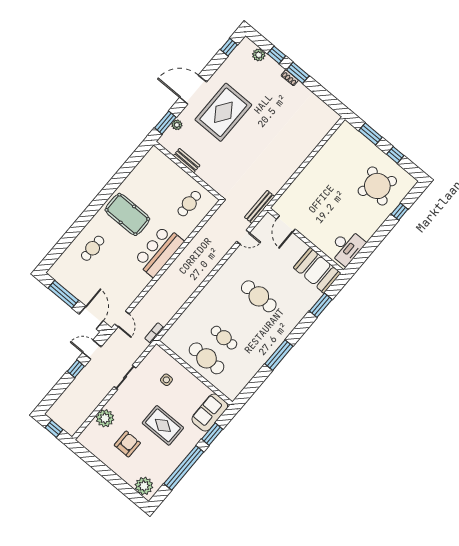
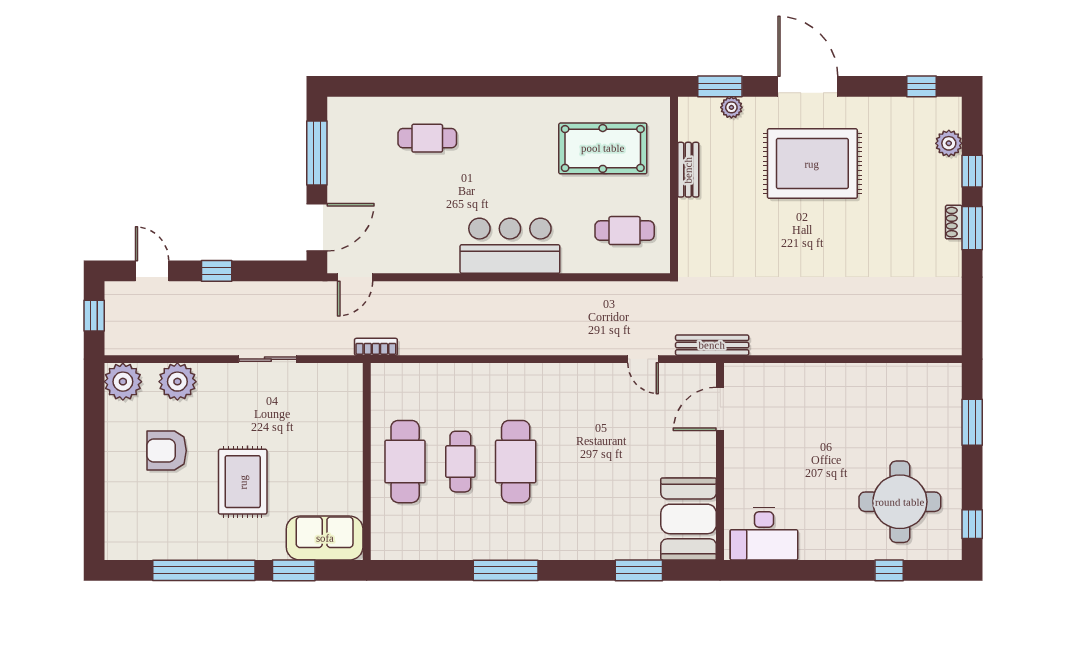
window: (395, 155) -> (972, 524), moved
round table: (377, 186) -> (900, 502), turned -31
pool table: (127, 214) -> (603, 148), moved, turned 90
cafe table: (259, 296) -> (516, 462), moved
door: (92, 350) -> (152, 271), moved
side table: (166, 380) -> (319, 427), removed
armchair: (127, 444) -> (167, 451), turned 180
plant: (144, 486) -> (123, 382), moved

